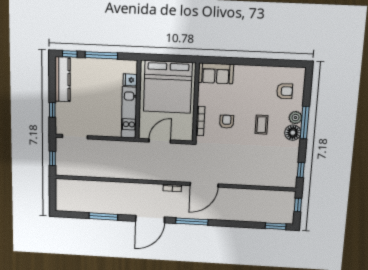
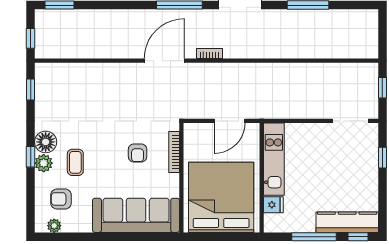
plant: (291, 72) -> (54, 226), added
sofa: (216, 73) -> (136, 215), width x1.85, depth x1.27
kitchen counter: (63, 79) -> (347, 222), moved, turned 90
window: (305, 123) -> (31, 157), width x0.46
coffee table: (261, 125) -> (75, 162), moved

